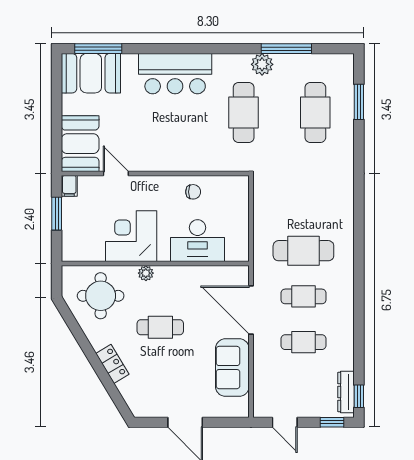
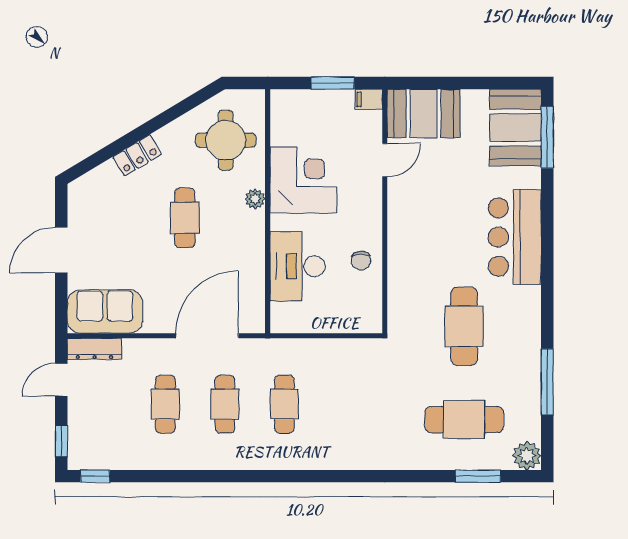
plant: (262, 64) -> (527, 456), moved
cafe table: (244, 113) -> (464, 326), turned 90
cafe table: (303, 251) -> (284, 404), width x0.73, depth x0.74
sofa: (232, 368) -> (105, 312), moved
dresser: (346, 392) -> (95, 349), moved, turned 180

